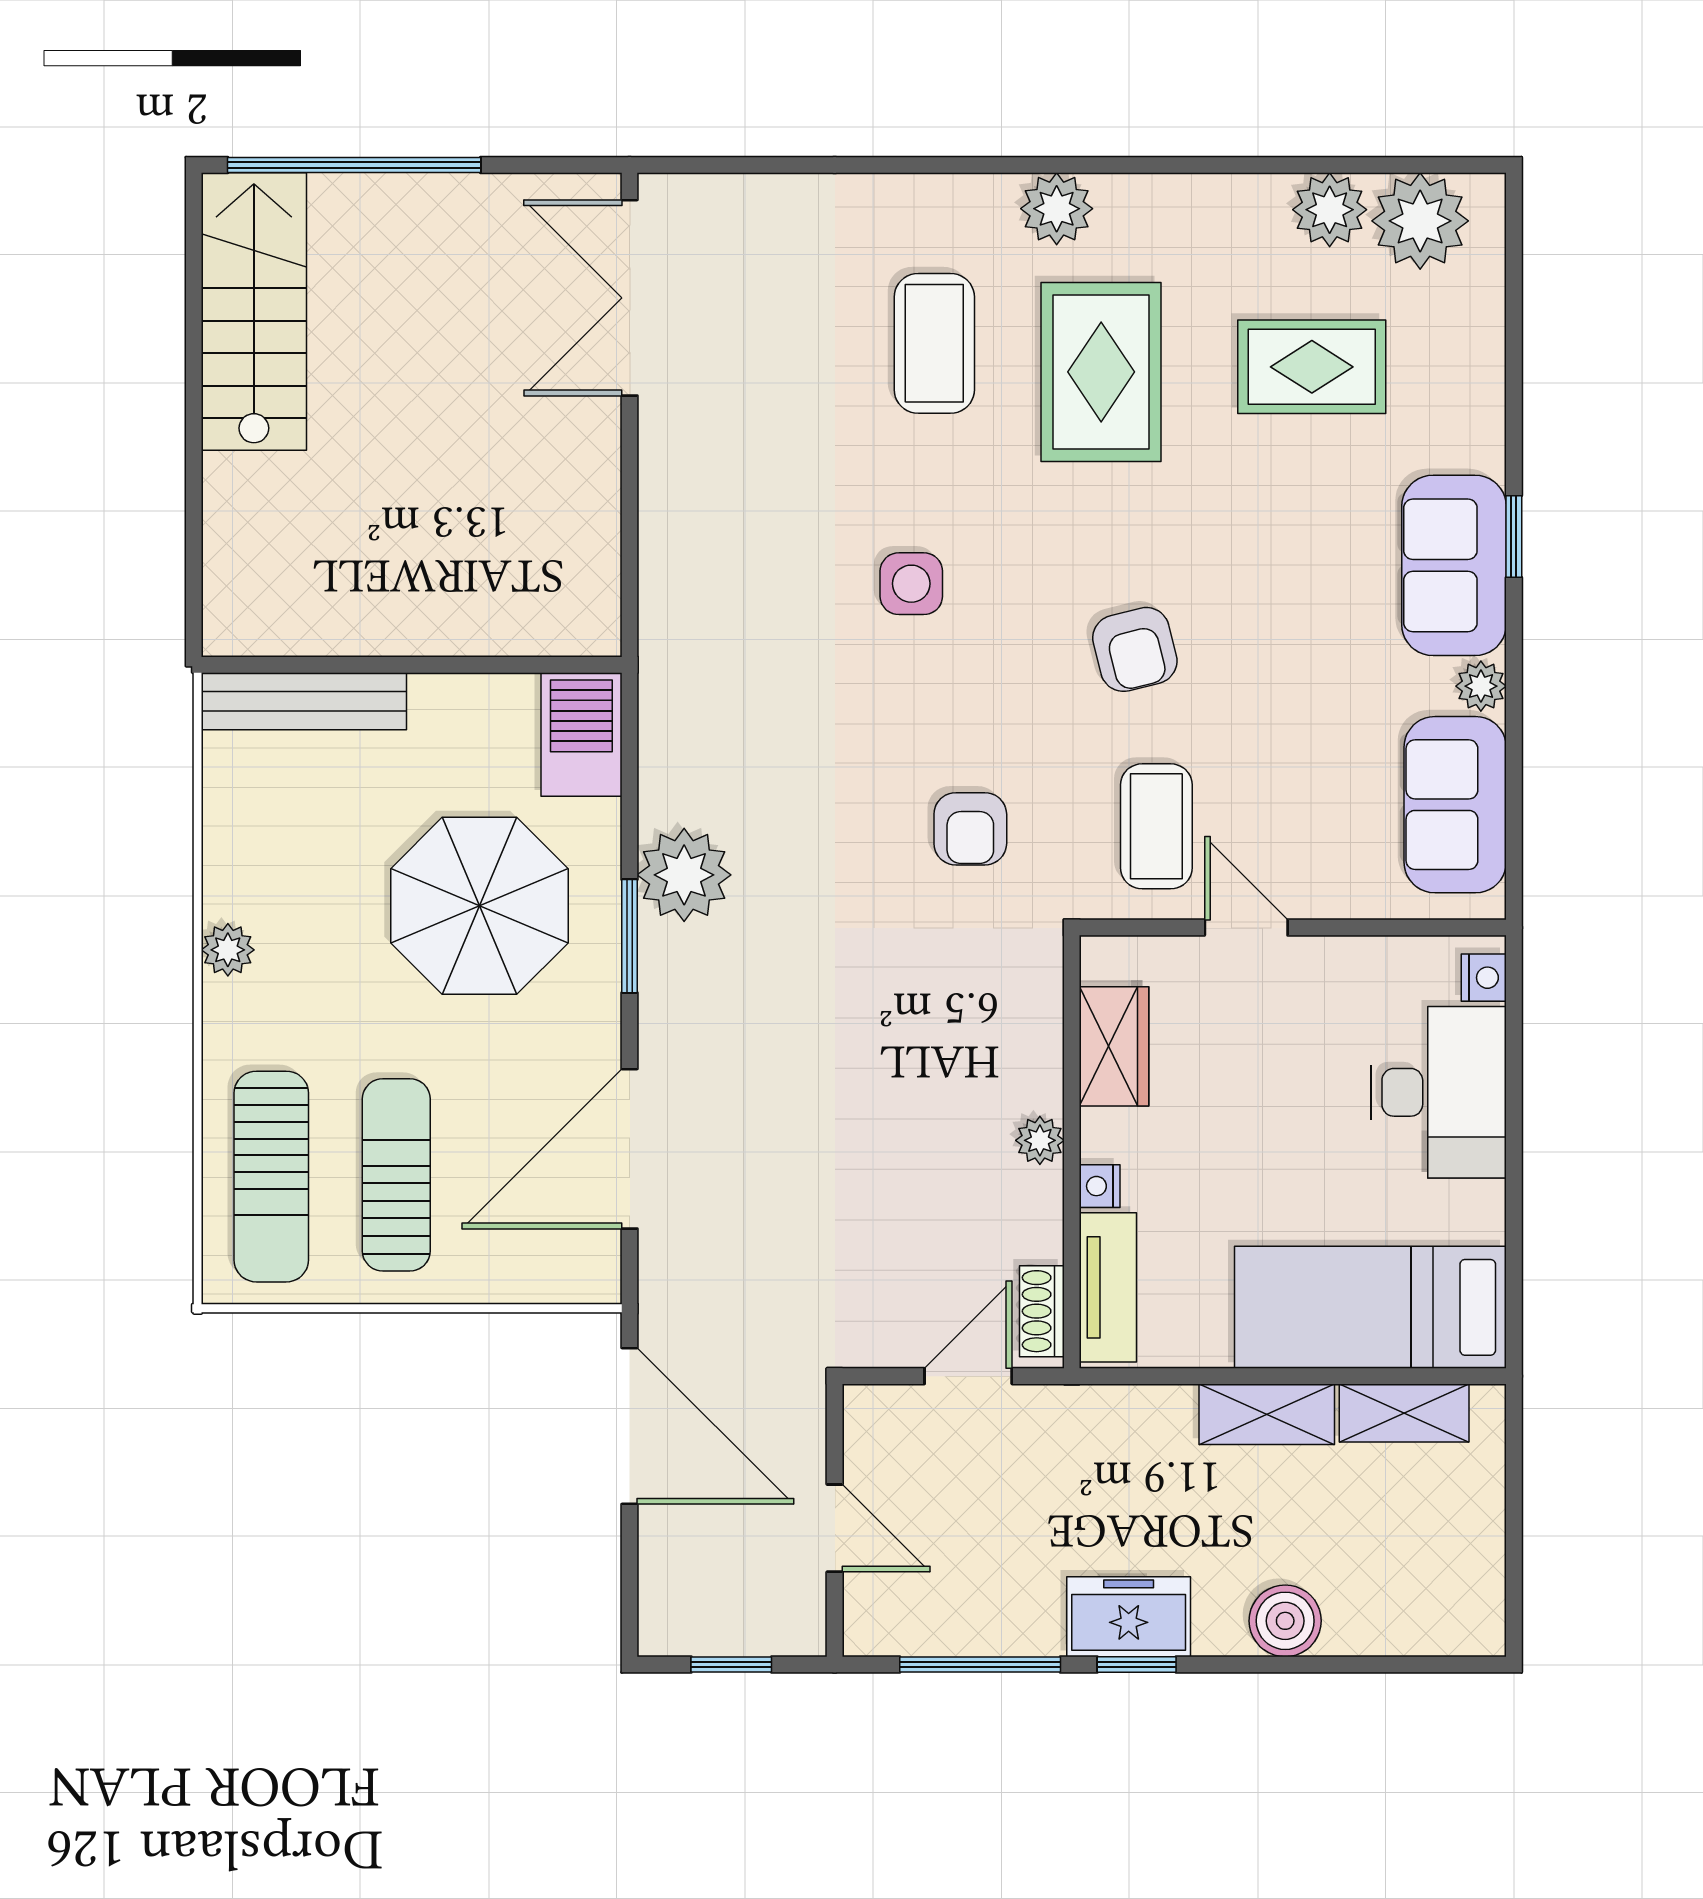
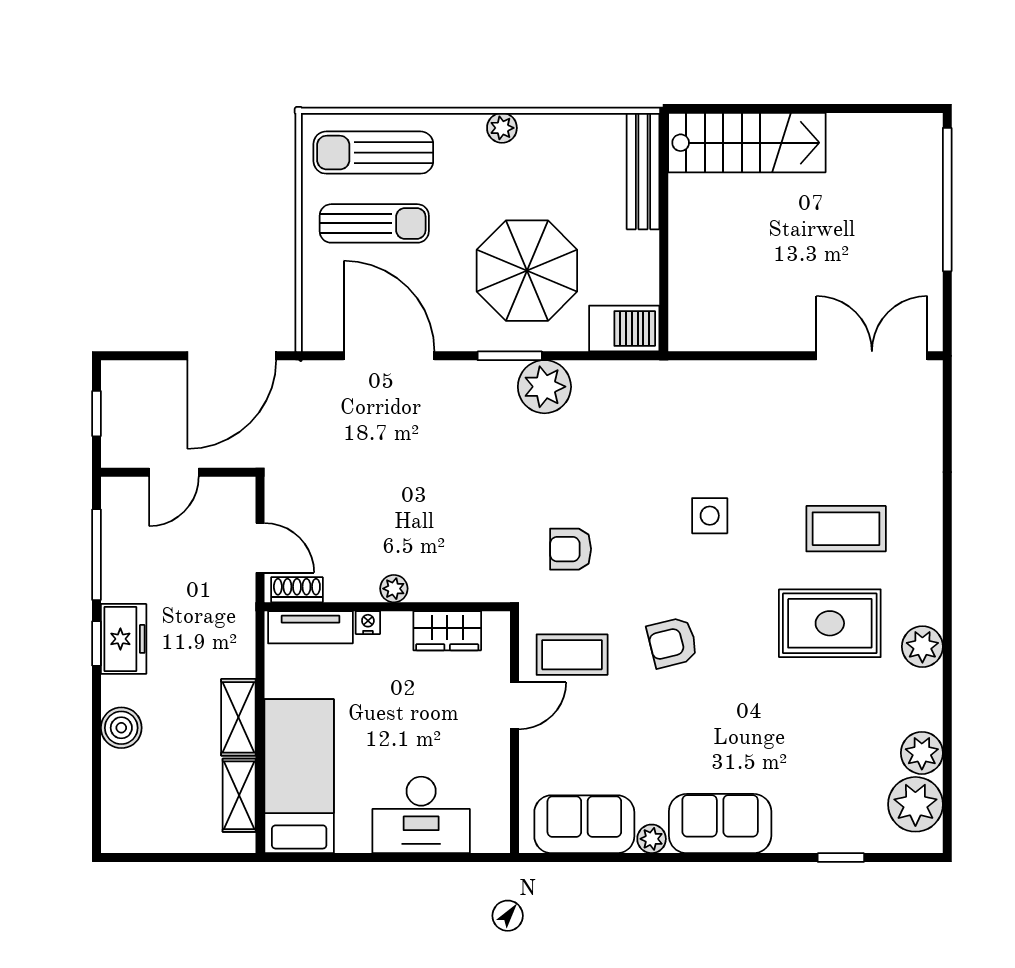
plant: (1057, 209) -> (922, 647), moved
stairs: (254, 312) -> (747, 143), moved
rug: (1312, 367) -> (833, 743), removed
window: (1514, 537) -> (841, 858), moved
nightstand: (1484, 978) -> (486, 840), removed

